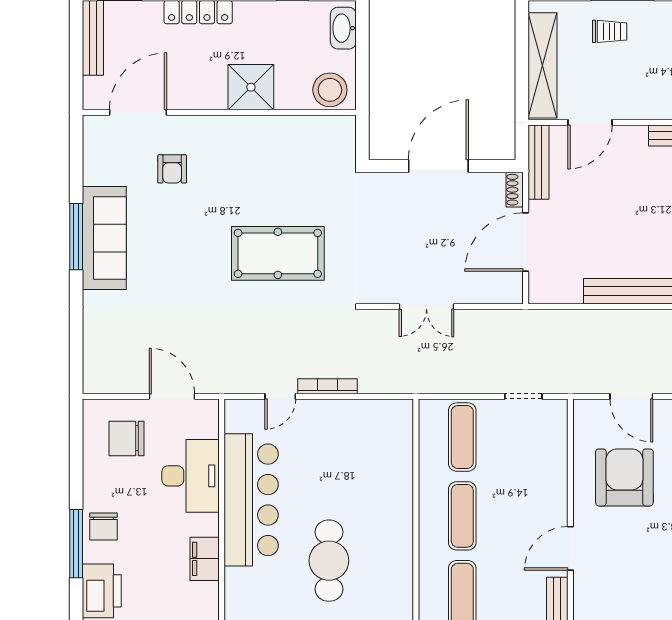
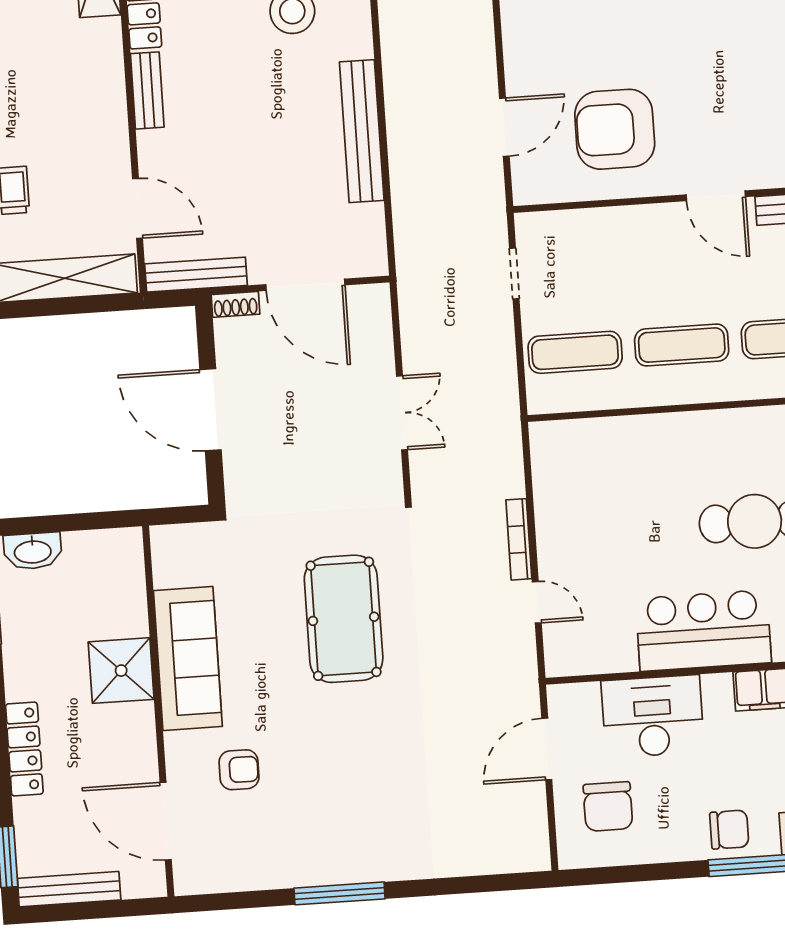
stool: (330, 90) -> (117, 563), removed
sofa: (104, 238) -> (188, 659), moved, turned 90
bar counter: (251, 500) -> (703, 631), width x0.73

